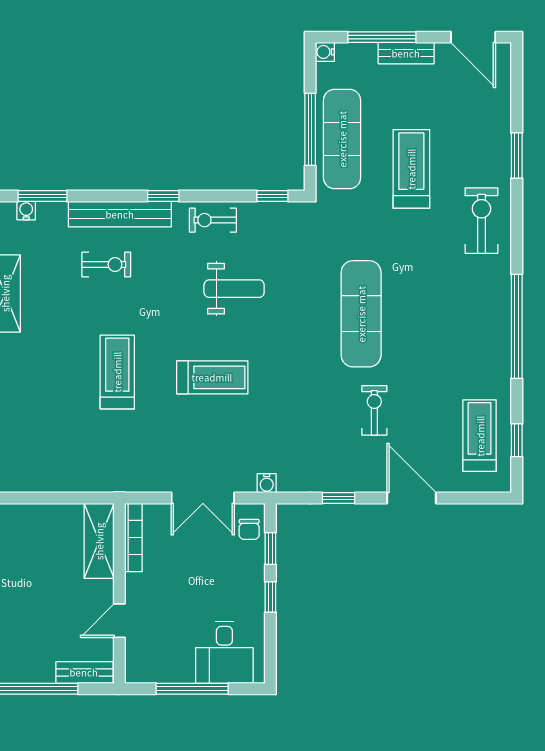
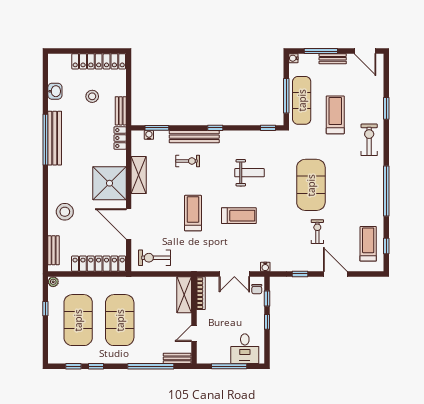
exercise bike: (213, 220) -> (155, 258), moved, width x1.38, depth x1.39
exercise mat: (361, 314) -> (311, 185), width x1.47

